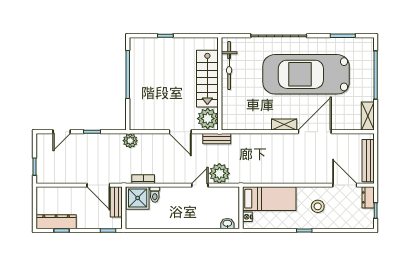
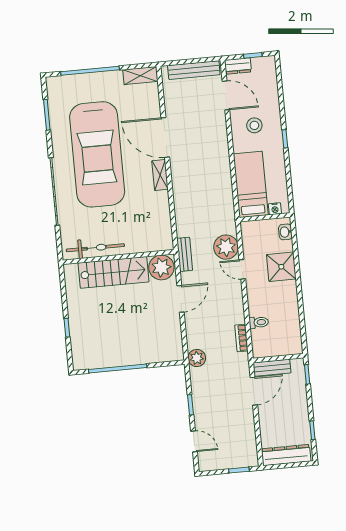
door: (345, 185) -> (226, 95), swing flipped
shower: (138, 198) -> (281, 267), moved
dresser: (56, 222) -> (286, 455), moved, turned 90

